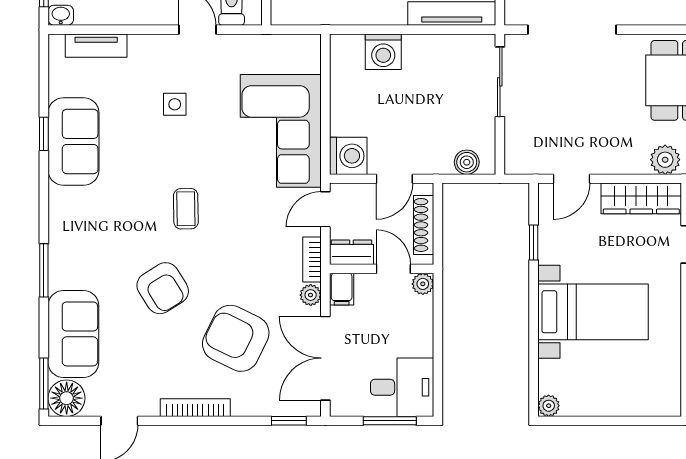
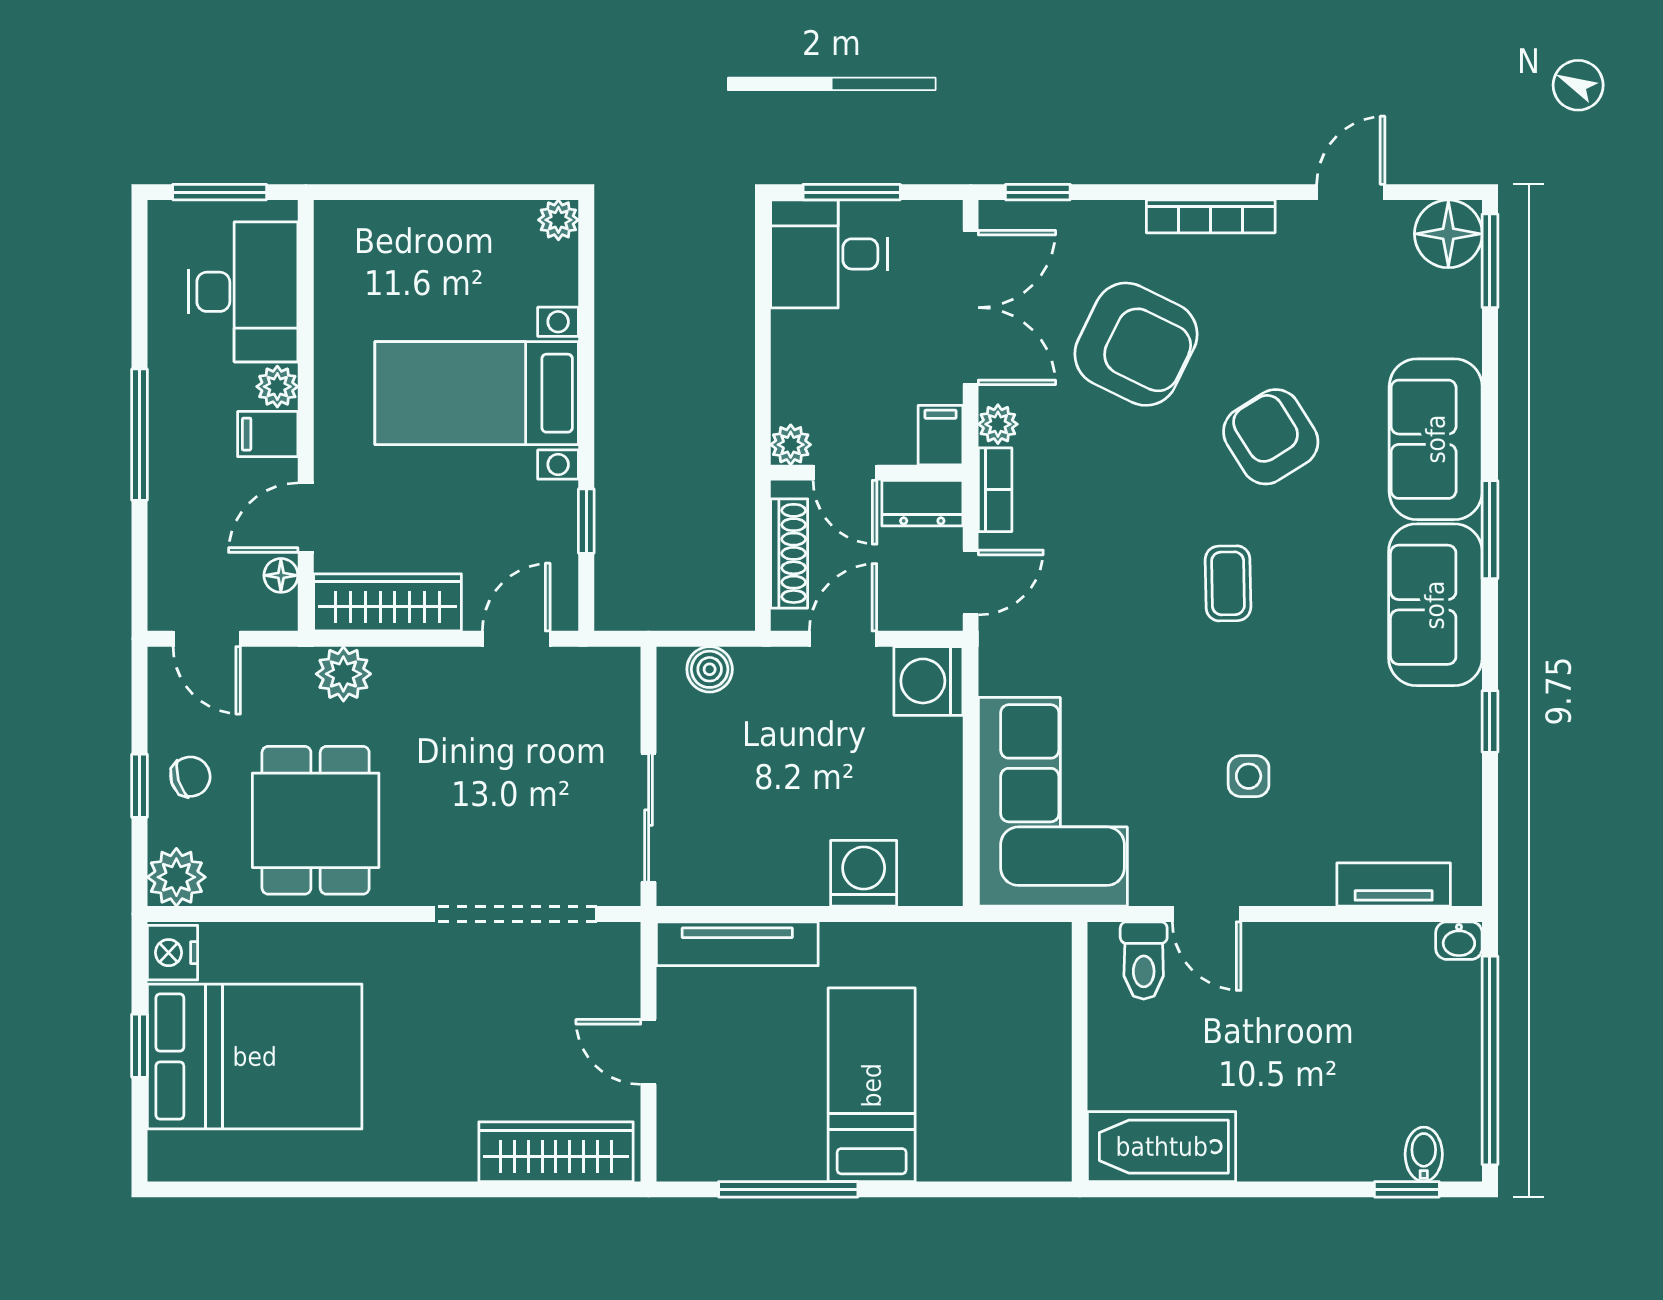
corner sofa: (281, 131) -> (1053, 802), moved
sofa: (74, 141) -> (1435, 605), moved
window: (44, 270) -> (1490, 530), moved
sofa: (73, 334) -> (1436, 439), moved

